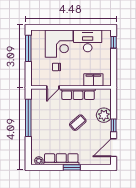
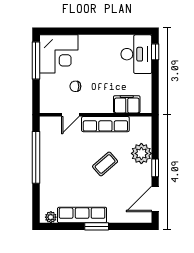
desk: (88, 41) -> (136, 54), moved, turned 90
corner desk: (59, 44) -> (59, 54), moved

